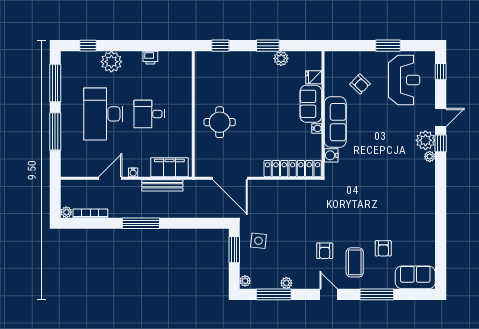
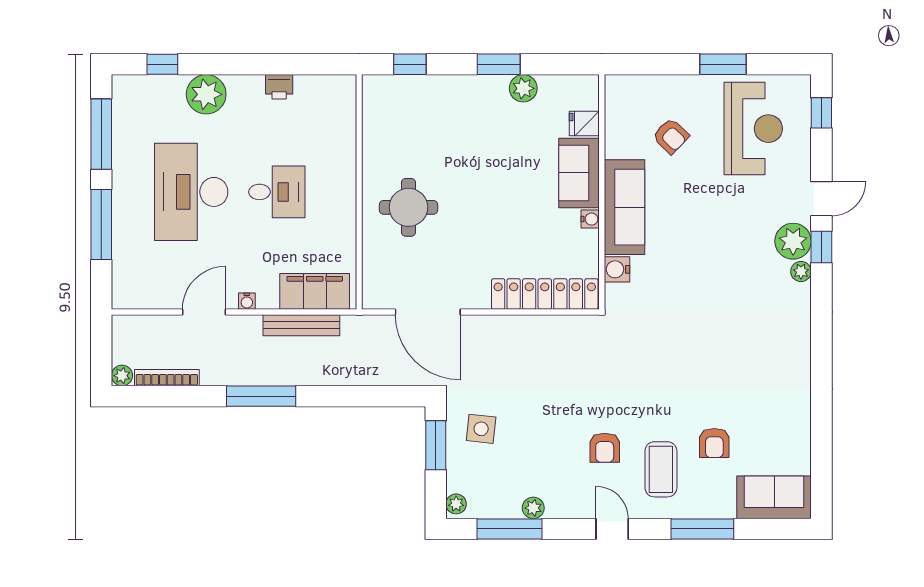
desk: (149, 114) -> (277, 192), turned 180

